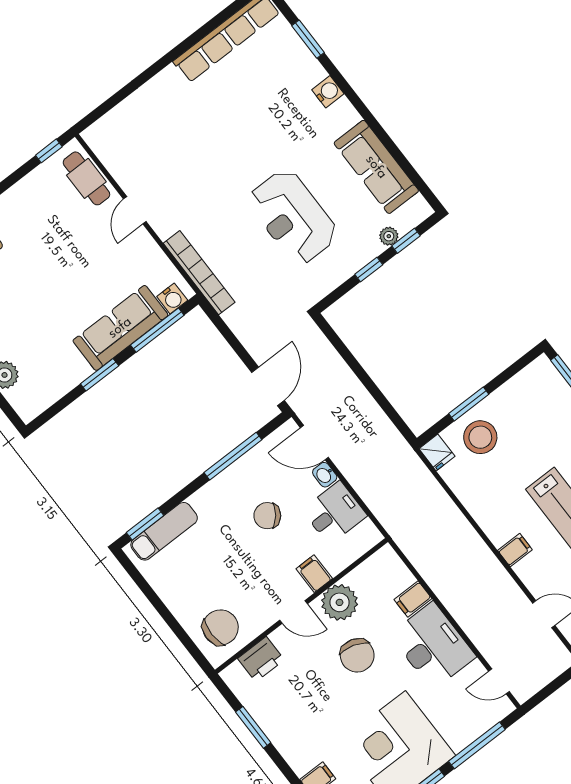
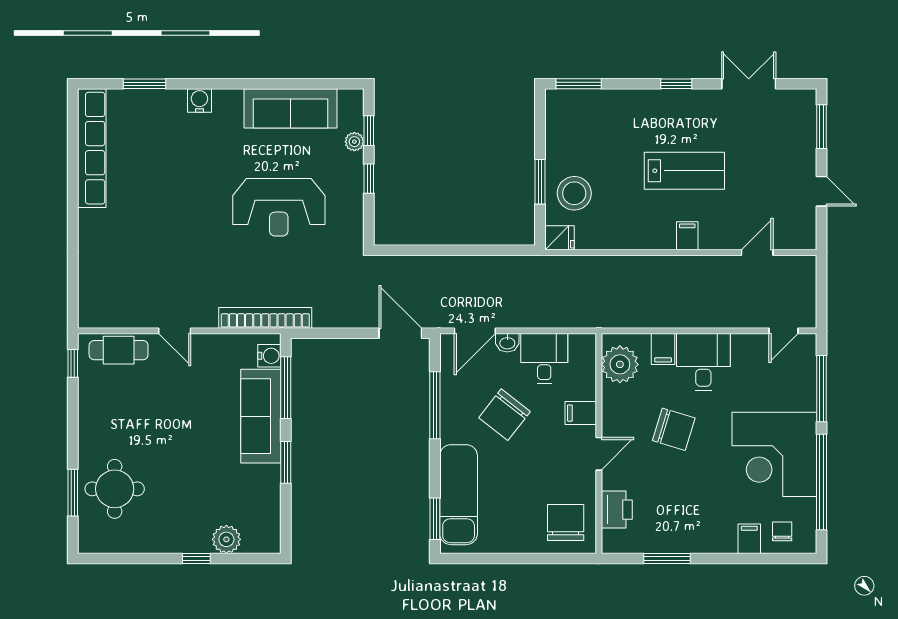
chair: (267, 516) -> (505, 415), width x1.37, depth x1.37
exam couch: (164, 531) -> (459, 495), width x1.36, depth x1.45
plant: (340, 602) -> (620, 364), moved
desk: (433, 646) -> (703, 362), width x0.73

